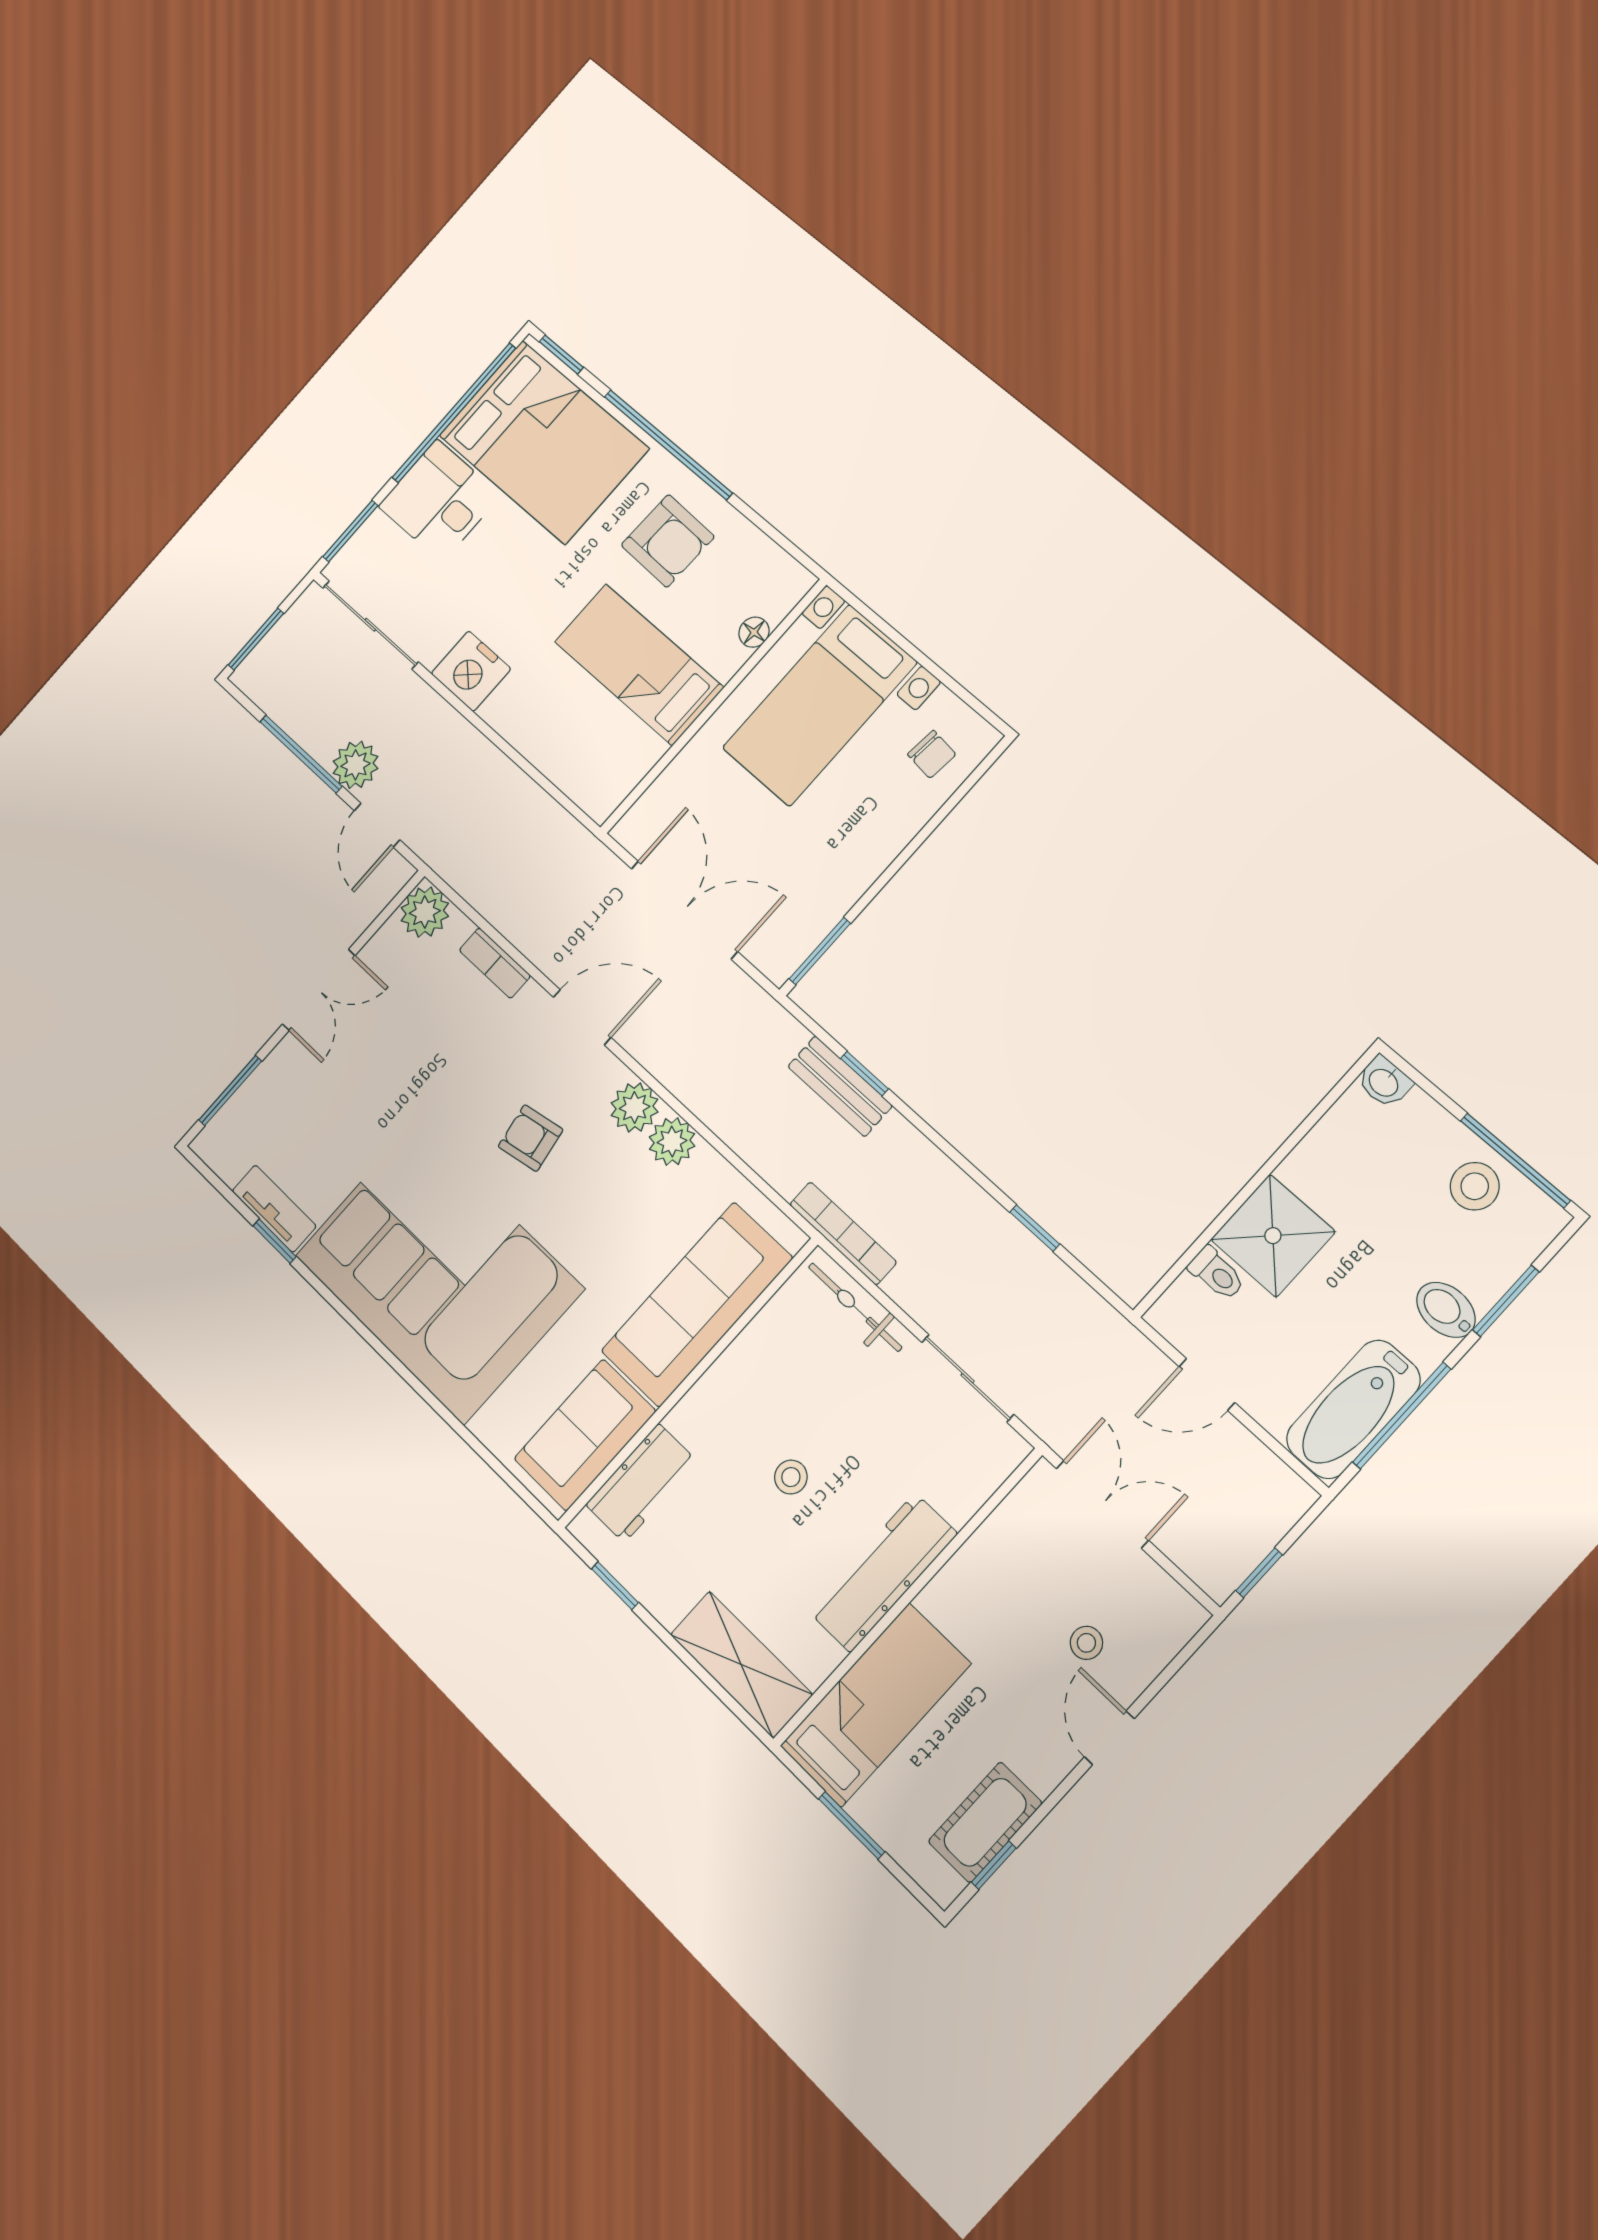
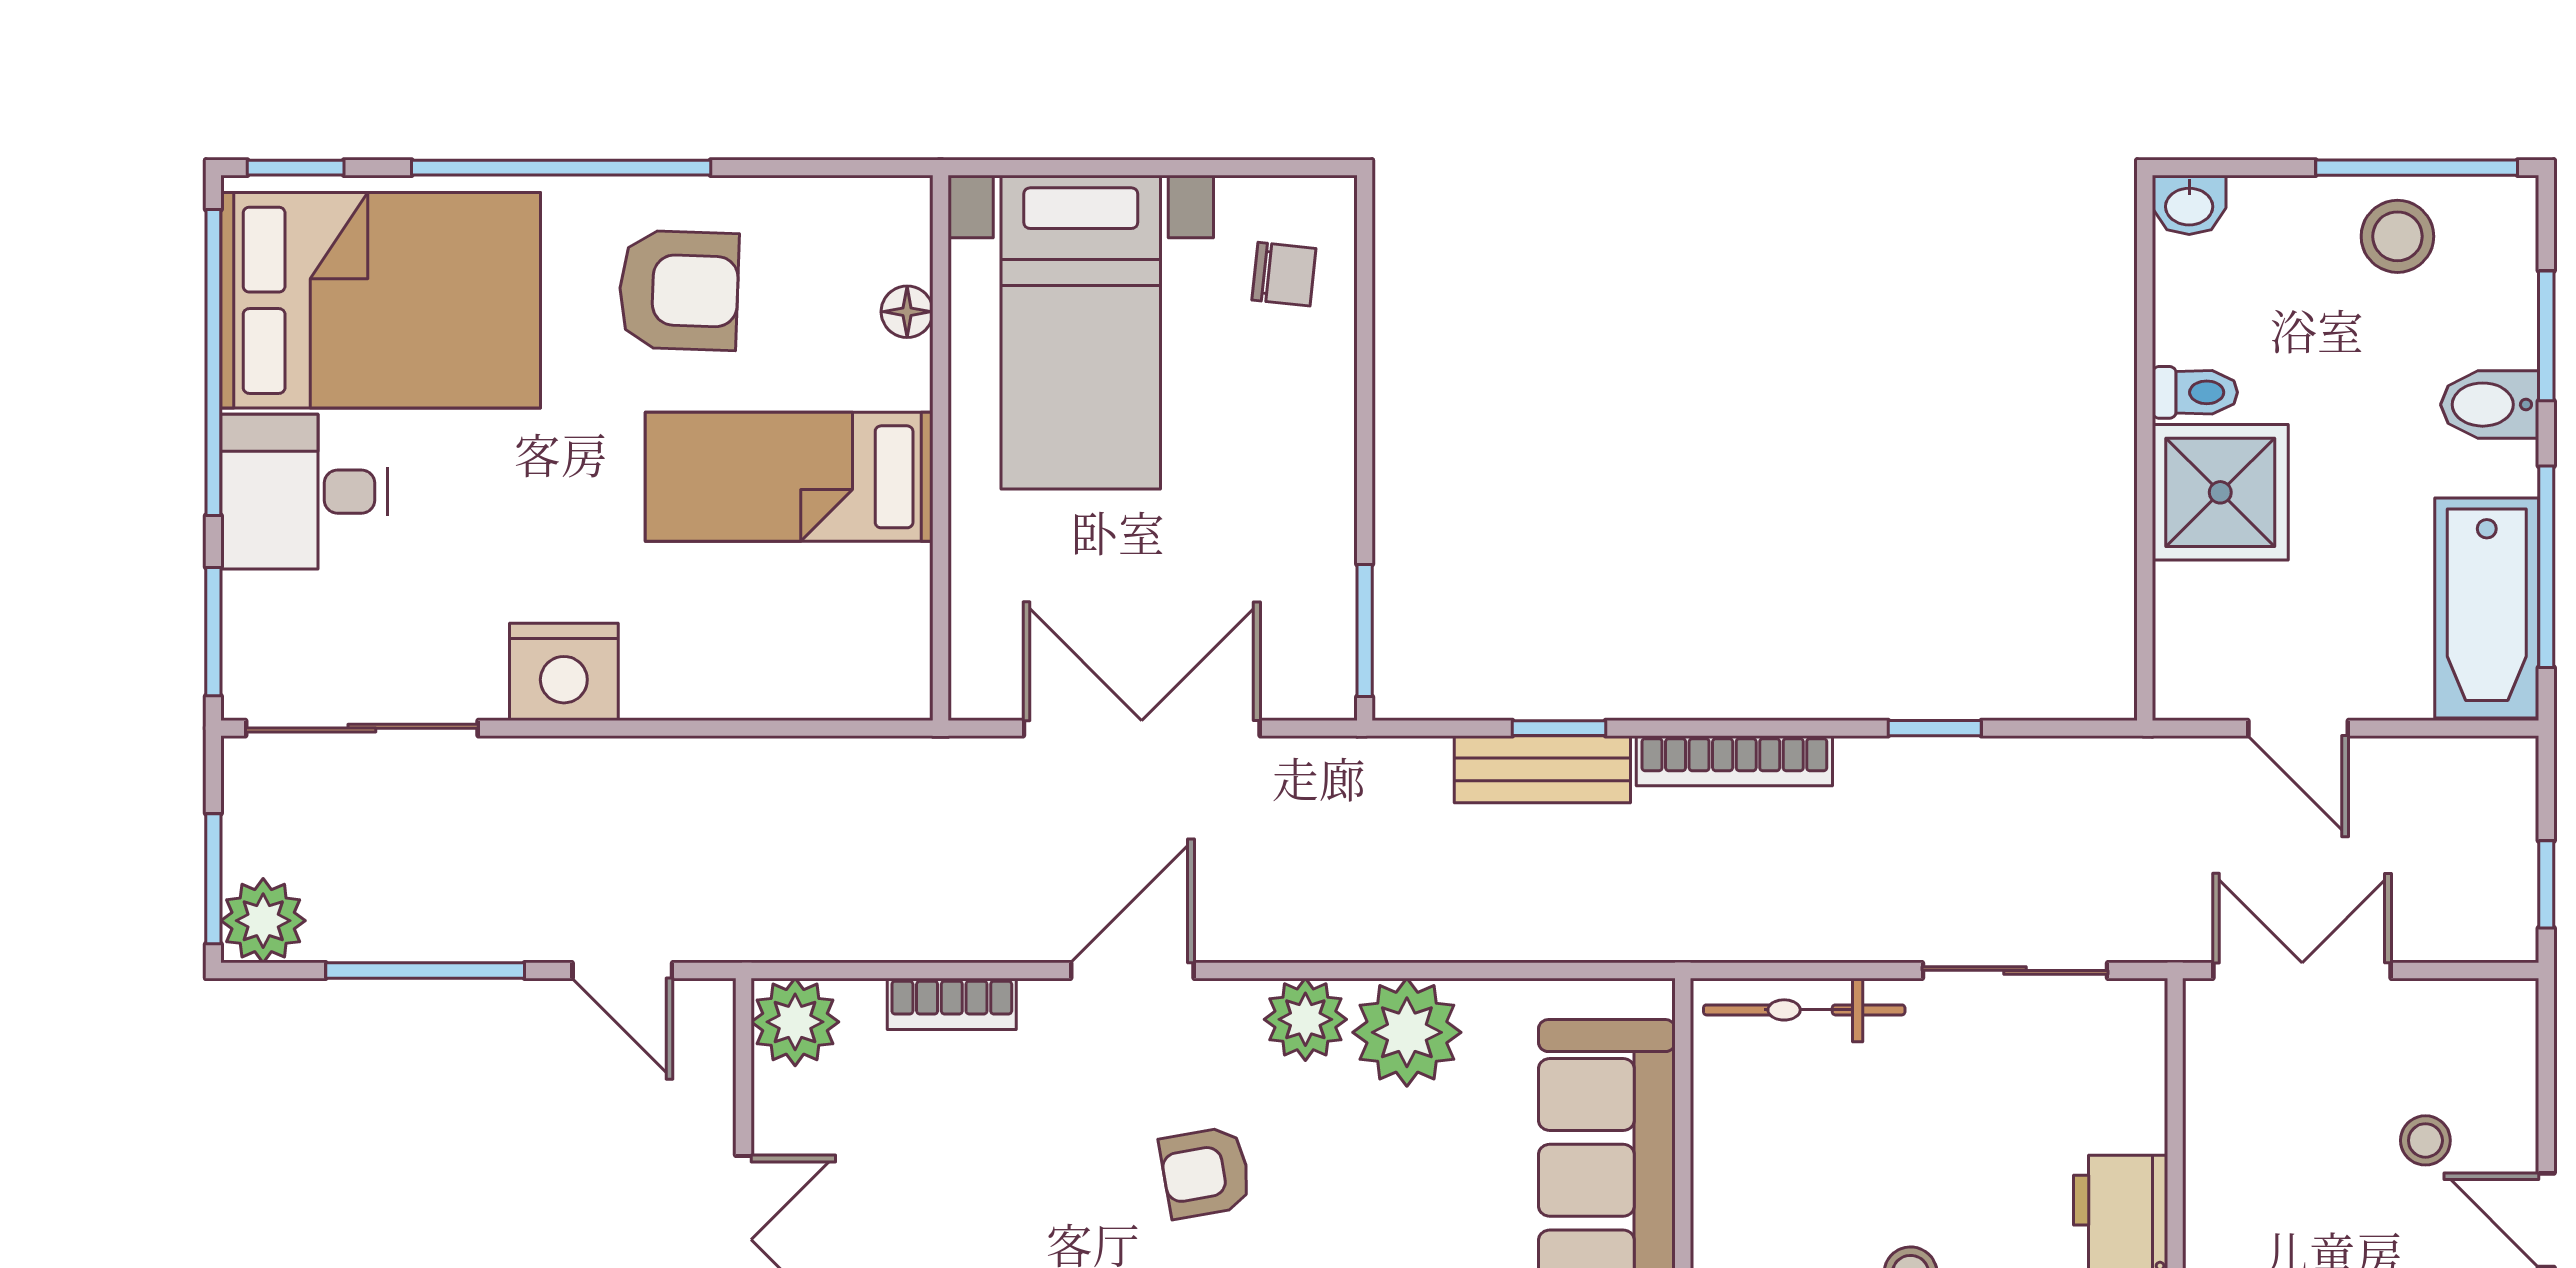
plant: (356, 765) -> (263, 921), moved
plant: (672, 1142) -> (1407, 1032), width x1.36, depth x1.36
bookcase: (843, 1233) -> (1734, 761), moved, turned 180
toilet: (1217, 1273) -> (2195, 392), moved
door: (1207, 1384) -> (2298, 728), hinge flipped

